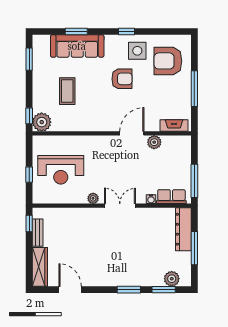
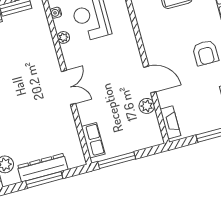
plant: (93, 198) -> (63, 37), moved
water cooler: (151, 199) -> (56, 13), moved
dresser: (183, 229) -> (43, 168), moved

